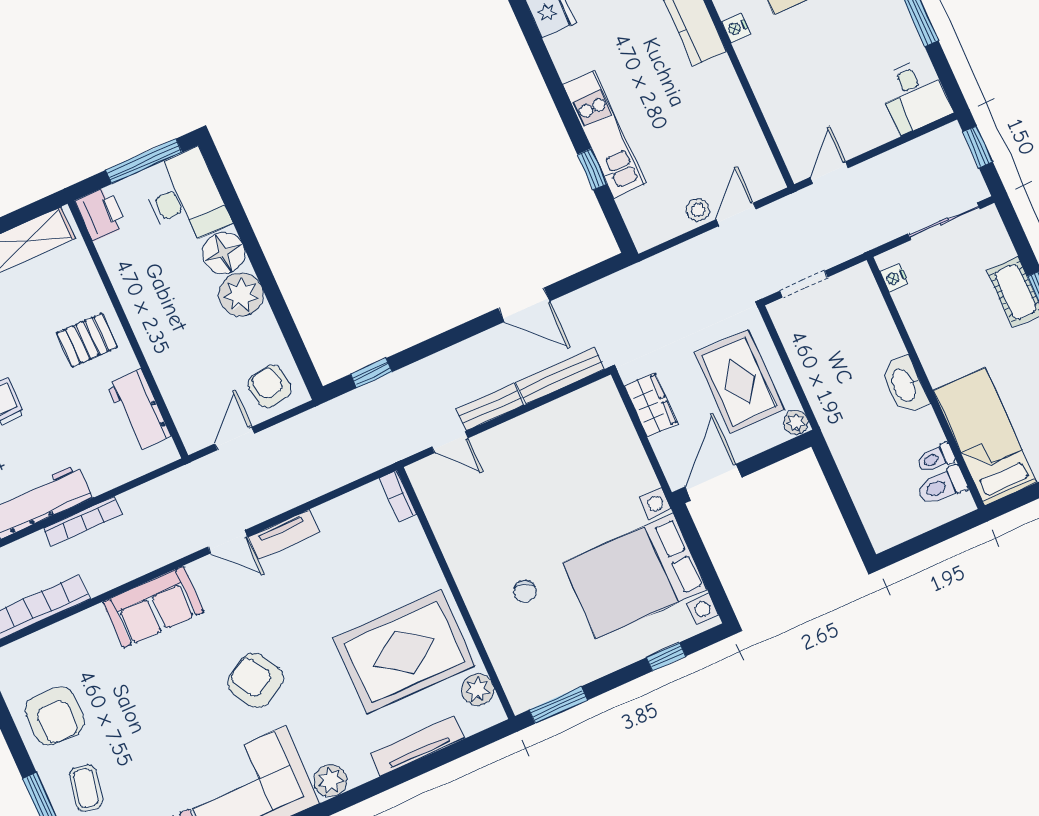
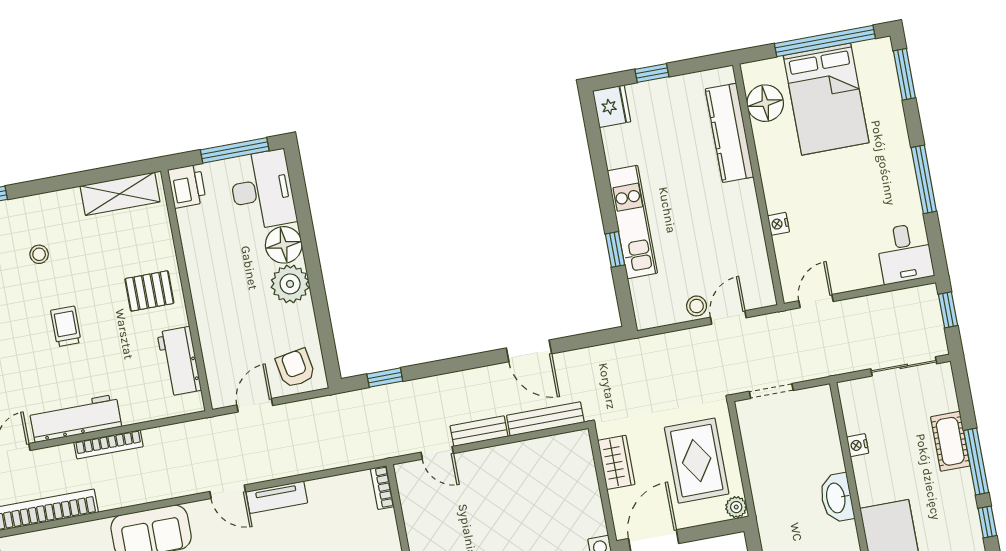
nightstand: (736, 28) -> (779, 224), moved
nightstand: (894, 278) -> (858, 445), moved

